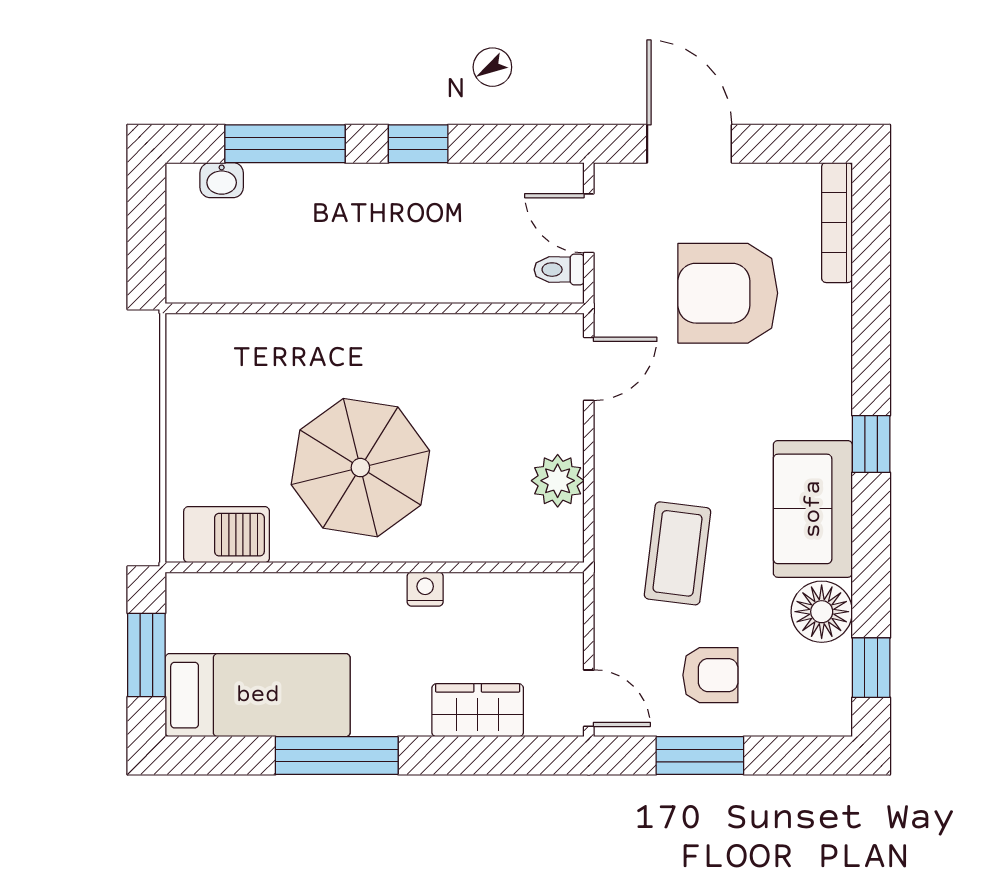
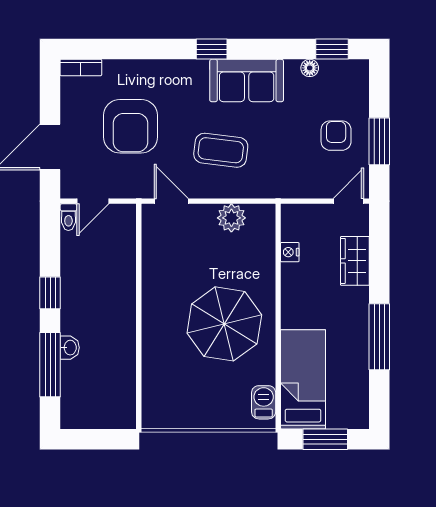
washbasin: (222, 180) -> (70, 348), moved
bookcase: (837, 223) -> (81, 67), width x0.64
toilet: (559, 270) -> (68, 217), moved
barbecue: (227, 535) -> (264, 402), width x0.73, depth x0.79
coffee table: (678, 553) -> (221, 150), moved
nightstand: (425, 589) -> (290, 252), moved
floor lamp: (822, 612) -> (310, 68), width x0.53, depth x0.53
bed: (258, 695) -> (303, 379), moved

